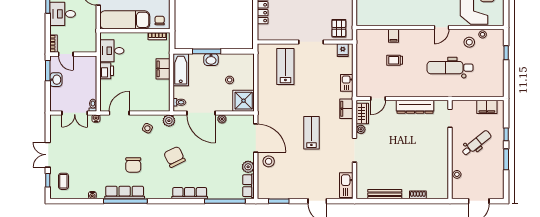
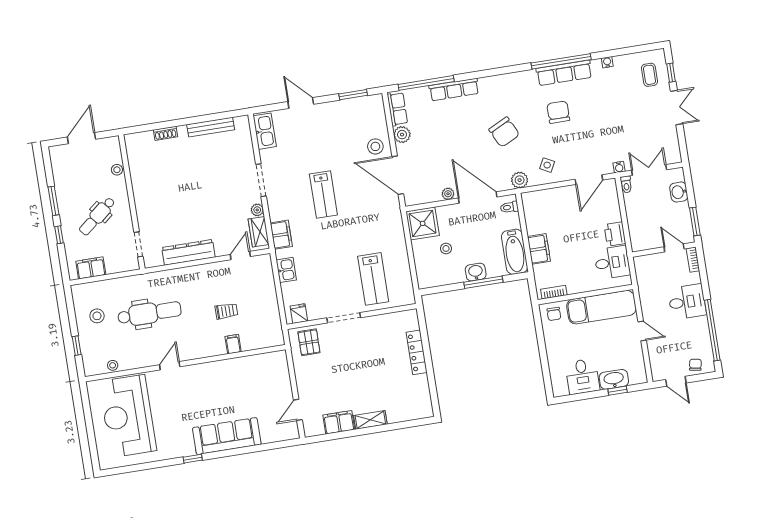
stool: (469, 42) -> (97, 316), moved
washbasin: (56, 80) -> (679, 192), moved
row of seats: (190, 193) -> (454, 89), moved

